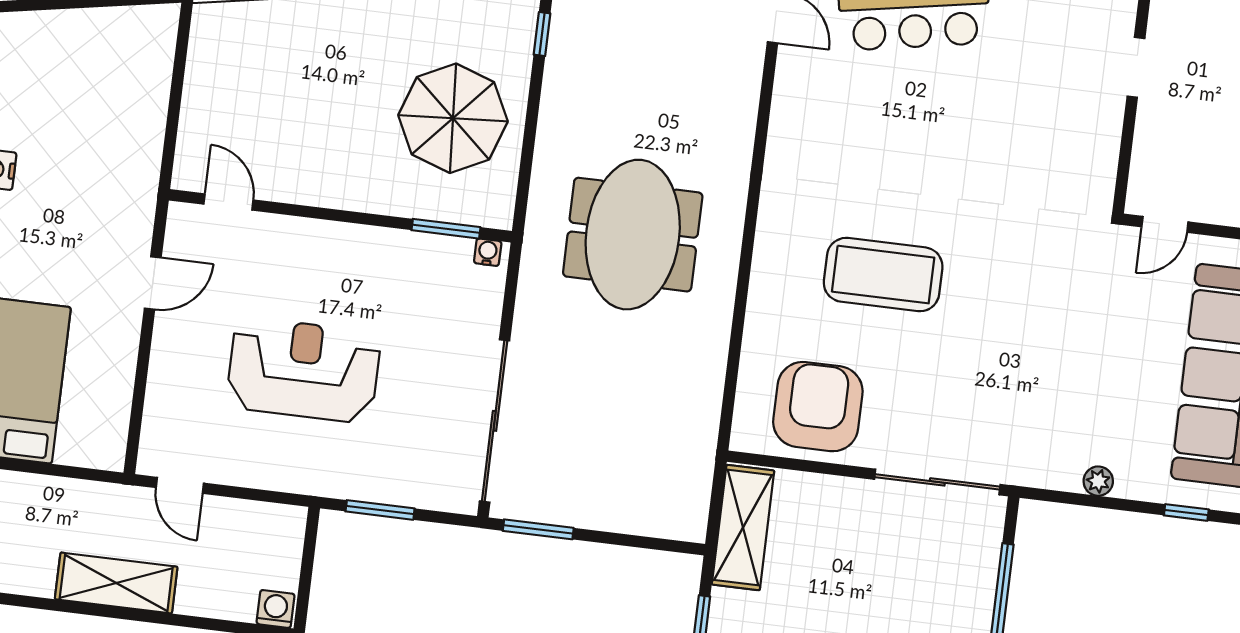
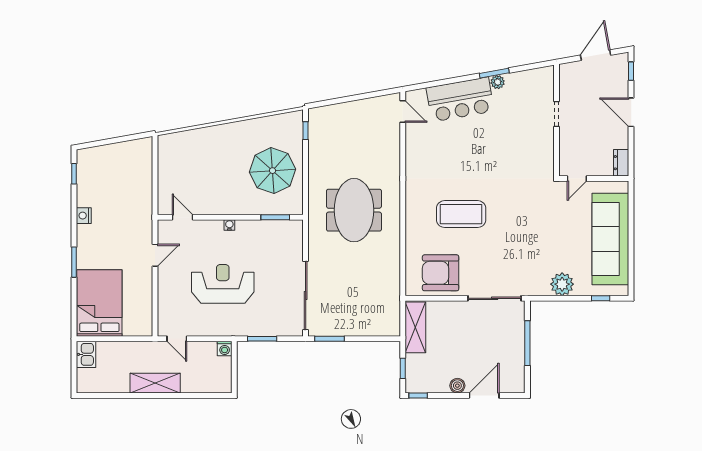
water cooler: (488, 252) -> (229, 225), moved
armchair: (818, 407) -> (441, 273), turned -90
plant: (1098, 481) -> (562, 284), width x1.87, depth x1.87
washing machine: (276, 609) -> (225, 348), moved, turned 180

